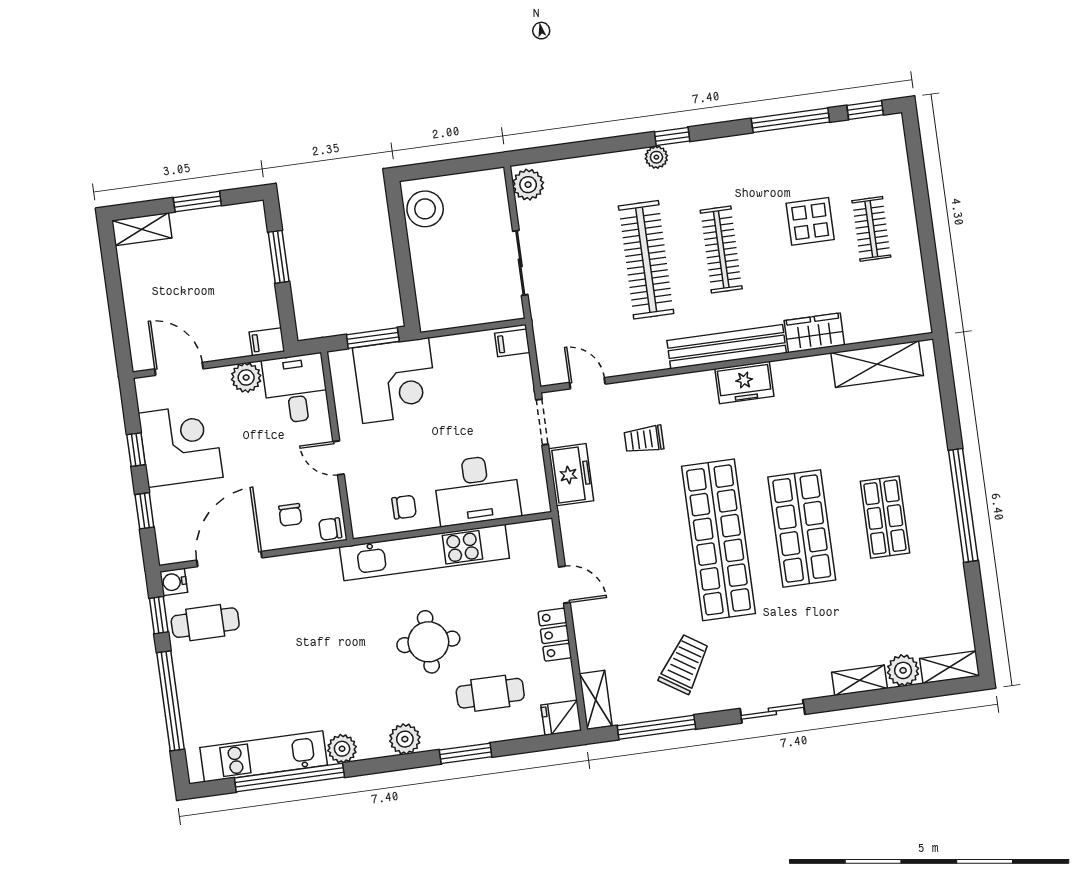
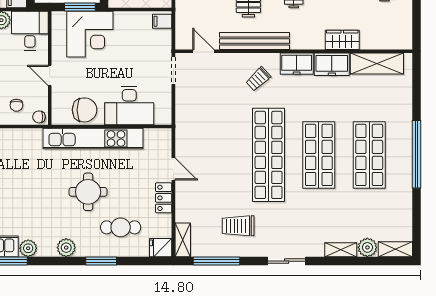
bench: (727, 347) -> (255, 41), moved
trolley: (644, 439) -> (258, 79), moved, turned -43
freezer: (571, 475) -> (332, 64), moved, turned 90
chair: (404, 507) -> (85, 110), width x1.87, depth x1.87
shop shelf: (885, 517) -> (369, 155), width x1.43, depth x1.36
trolley: (684, 664) -> (238, 226), turned -123

